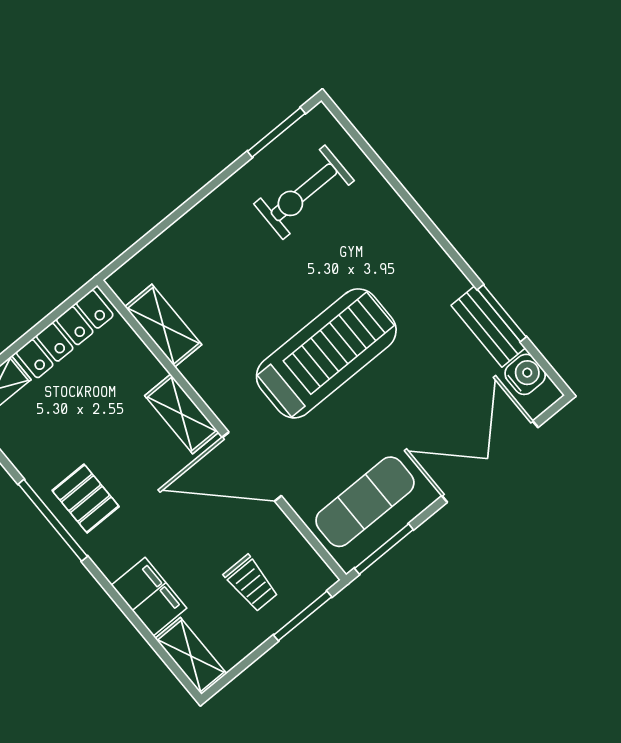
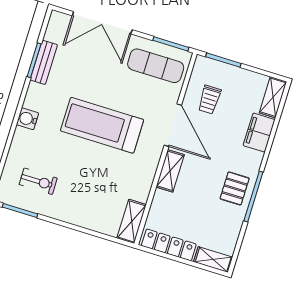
exercise bike: (304, 192) -> (38, 181), width x0.73, depth x0.72
shelving: (163, 326) -> (132, 221), moved
water cooler: (525, 374) -> (27, 119), moved
trolley: (251, 583) -> (209, 100), moved, turned 180

